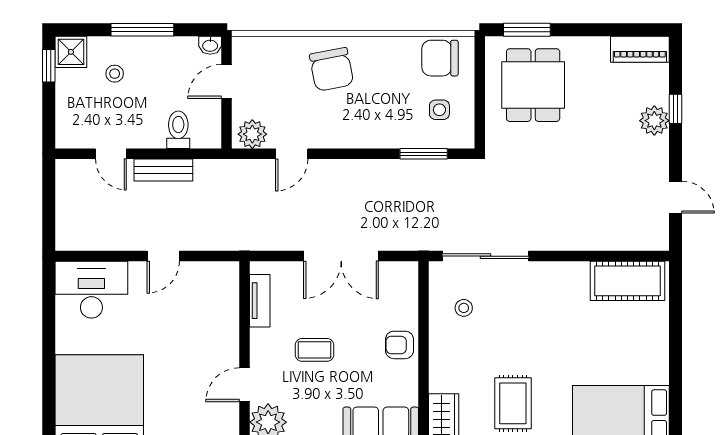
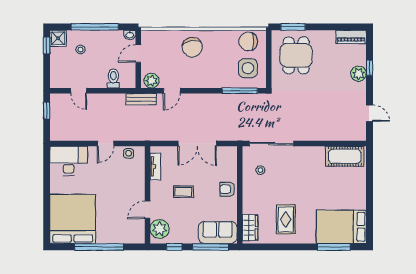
window: (142, 30) -> (95, 27), width x1.46
side table: (439, 110) -> (248, 68), width x1.87, depth x1.87
window: (424, 154) -> (240, 91), width x1.44
bench: (163, 170) -> (141, 99), moved
window: (49, 192) -> (47, 111), added
side table: (208, 275) -> (129, 153), added

